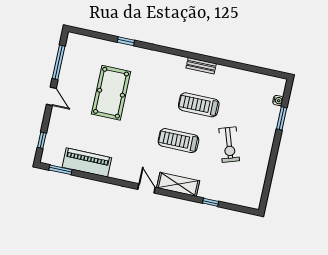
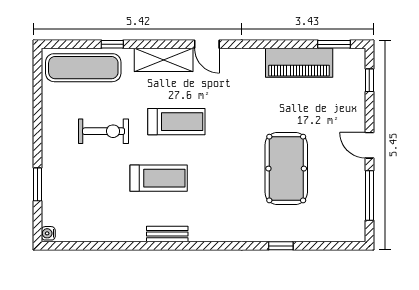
water cooler: (278, 101) -> (48, 233), moved
exercise bike: (229, 145) -> (104, 131), turned 108
exercise mat: (234, 191) -> (83, 68), added

